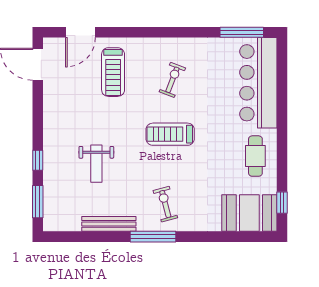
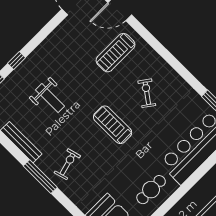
exercise bike: (172, 80) -> (147, 93), turned -75
weight bench: (96, 164) -> (50, 98), turned -90

